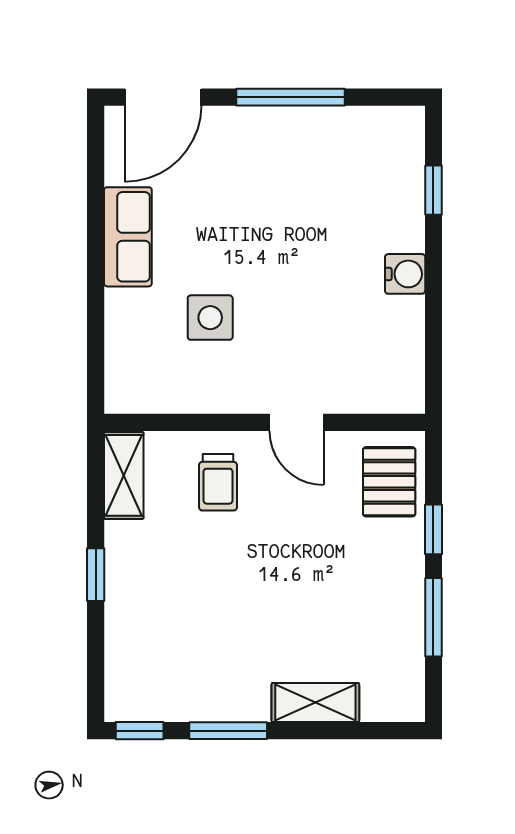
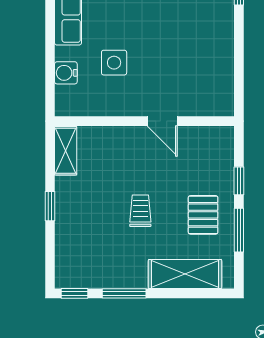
water cooler: (405, 274) -> (66, 73), moved, turned 180
trolley: (218, 482) -> (140, 211), moved, turned 180
pallet: (389, 482) -> (203, 215), moved
shelving: (315, 703) -> (185, 274), width x1.50, depth x1.33

